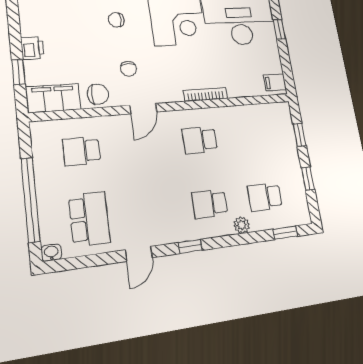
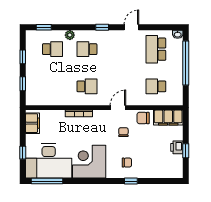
window: (18, 72) -> (186, 151), moved
filing cabinet: (275, 82) -> (32, 123), width x2.00
school desk: (82, 151) -> (156, 86), turned 180
school desk: (210, 204) -> (87, 49), turned 180

